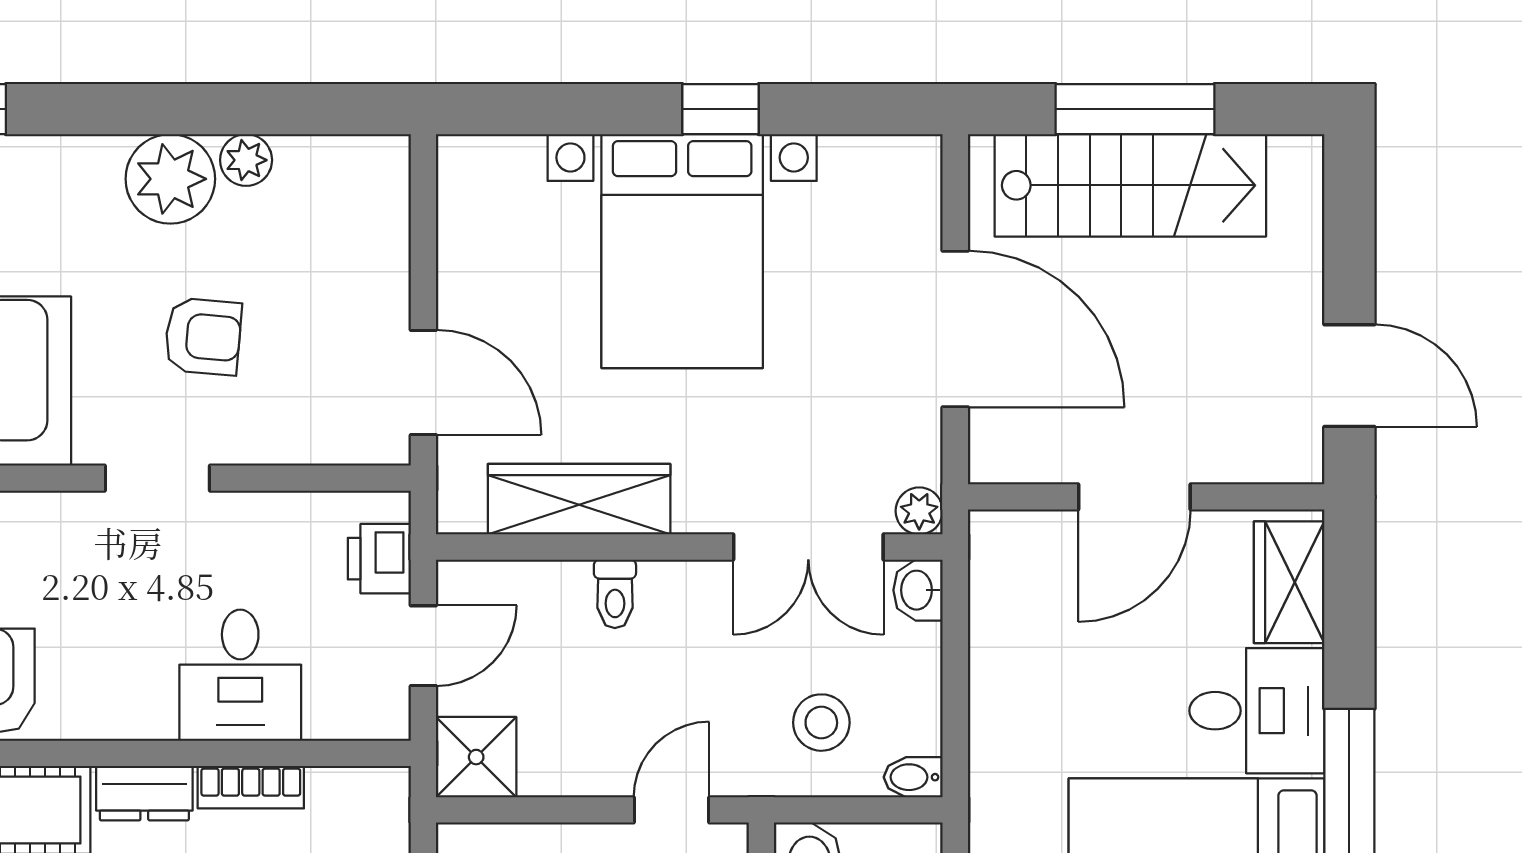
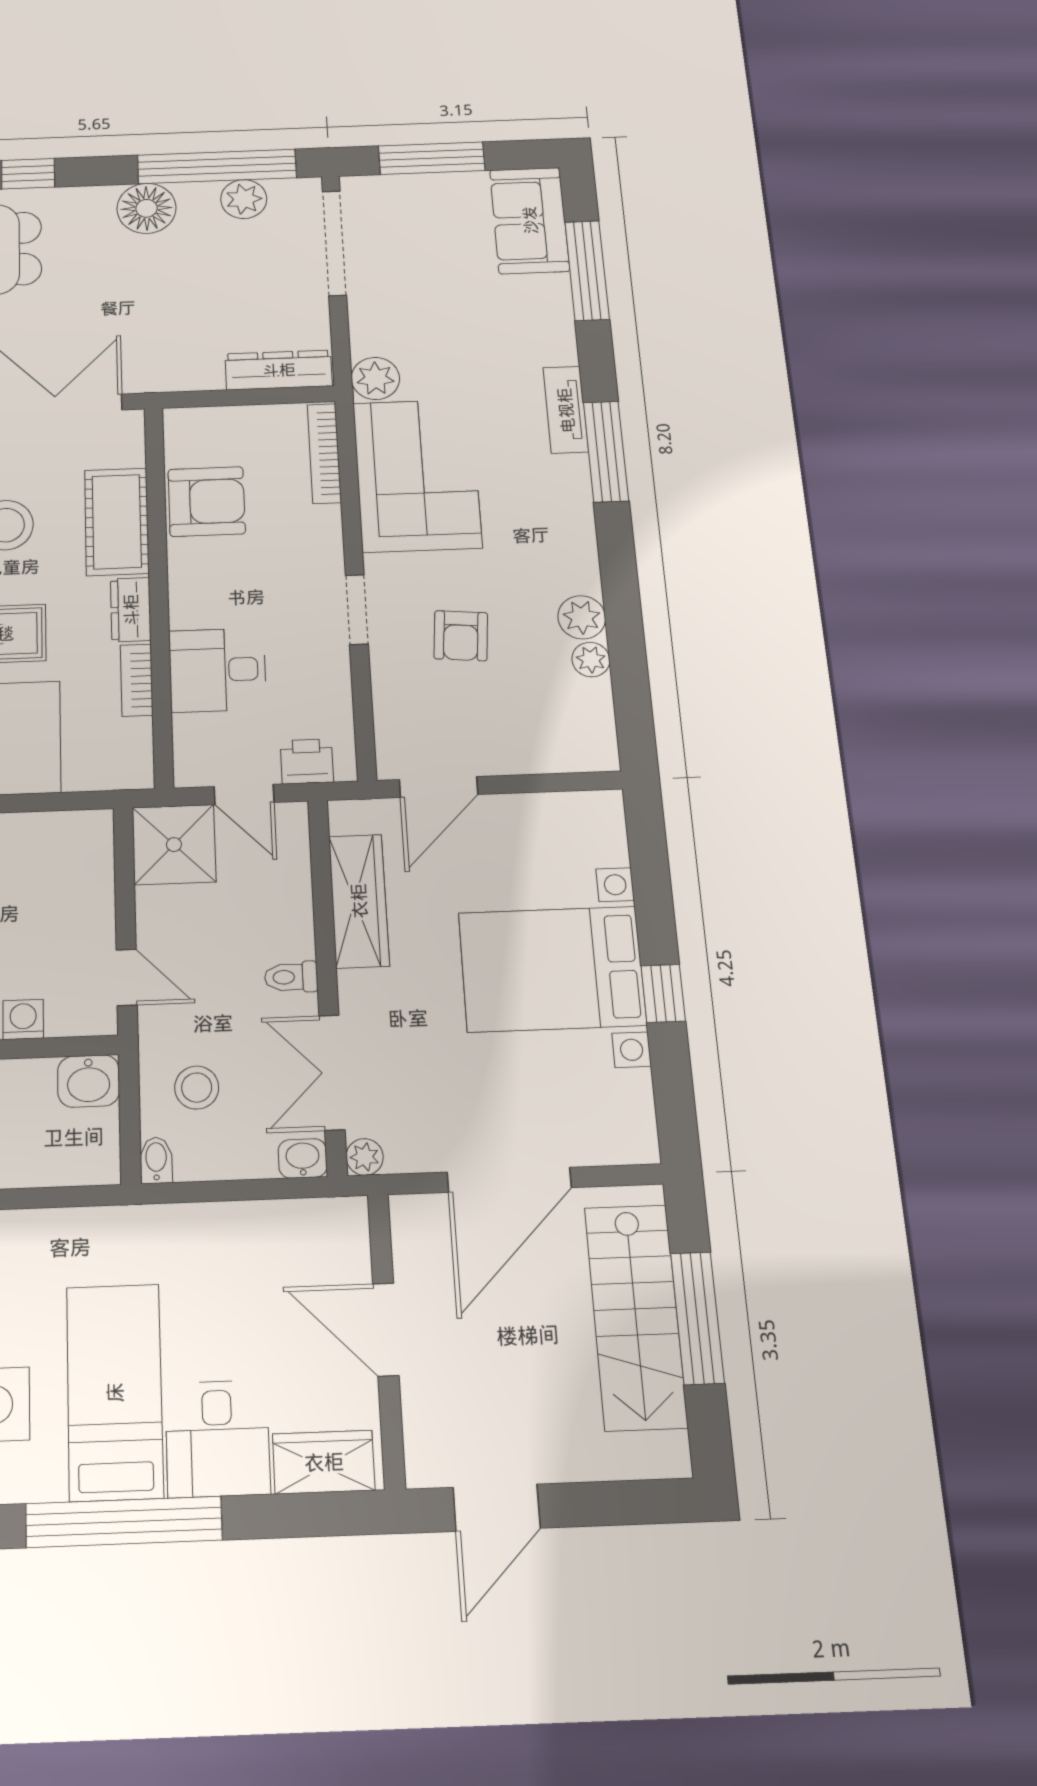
plant: (170, 179) -> (582, 617), width x0.73, depth x0.73
toilet: (615, 594) -> (291, 977), moved
shower: (476, 757) -> (174, 845), width x1.36, depth x1.36

